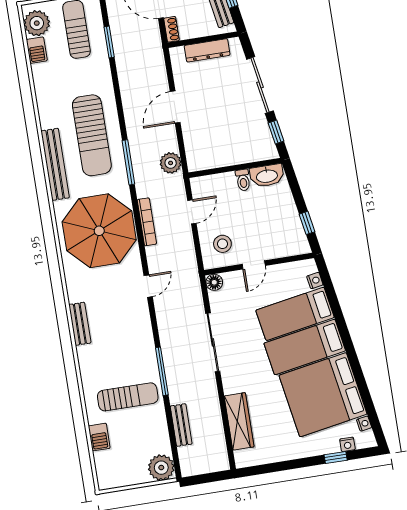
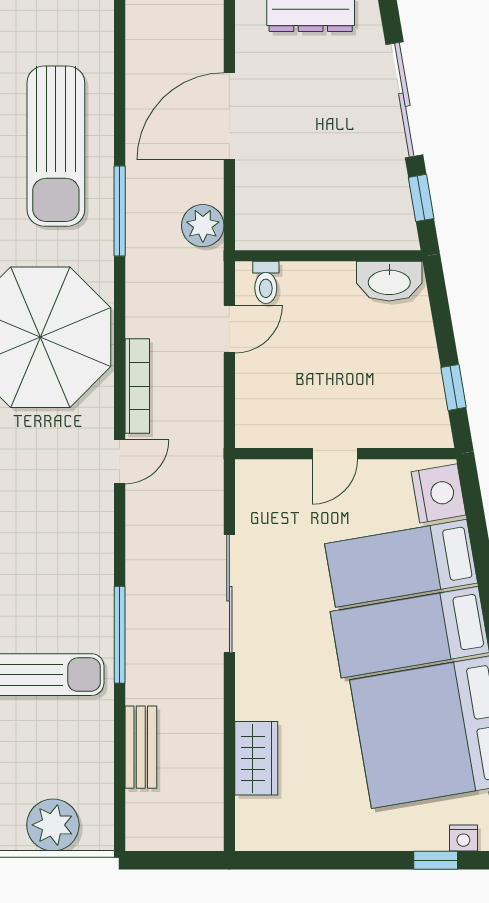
door: (175, 107) -> (229, 116), width x1.36
toilet: (243, 180) -> (266, 282), moved
bookcase: (147, 222) -> (137, 386), moved
stool: (222, 244) -> (280, 402), removed
nightstand: (315, 280) -> (439, 493), width x1.89, depth x1.79
floor lamp: (214, 282) -> (251, 475), removed
wardrobe: (239, 421) -> (256, 758), width x0.67
plant: (161, 468) -> (53, 825), moved

